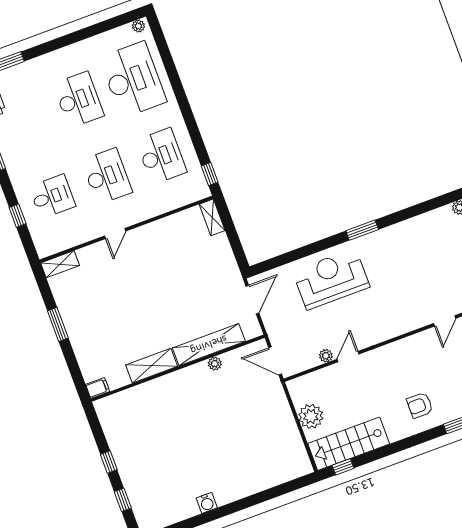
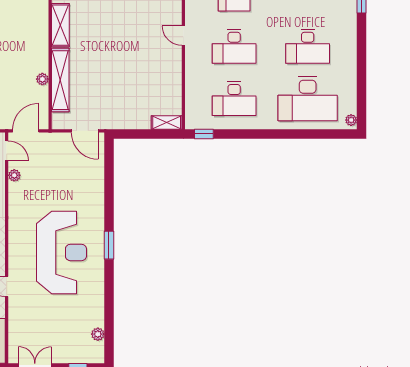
reception desk: (331, 279) -> (62, 252), moved, width x1.36, depth x1.30
door: (348, 357) -> (7, 151), moved

